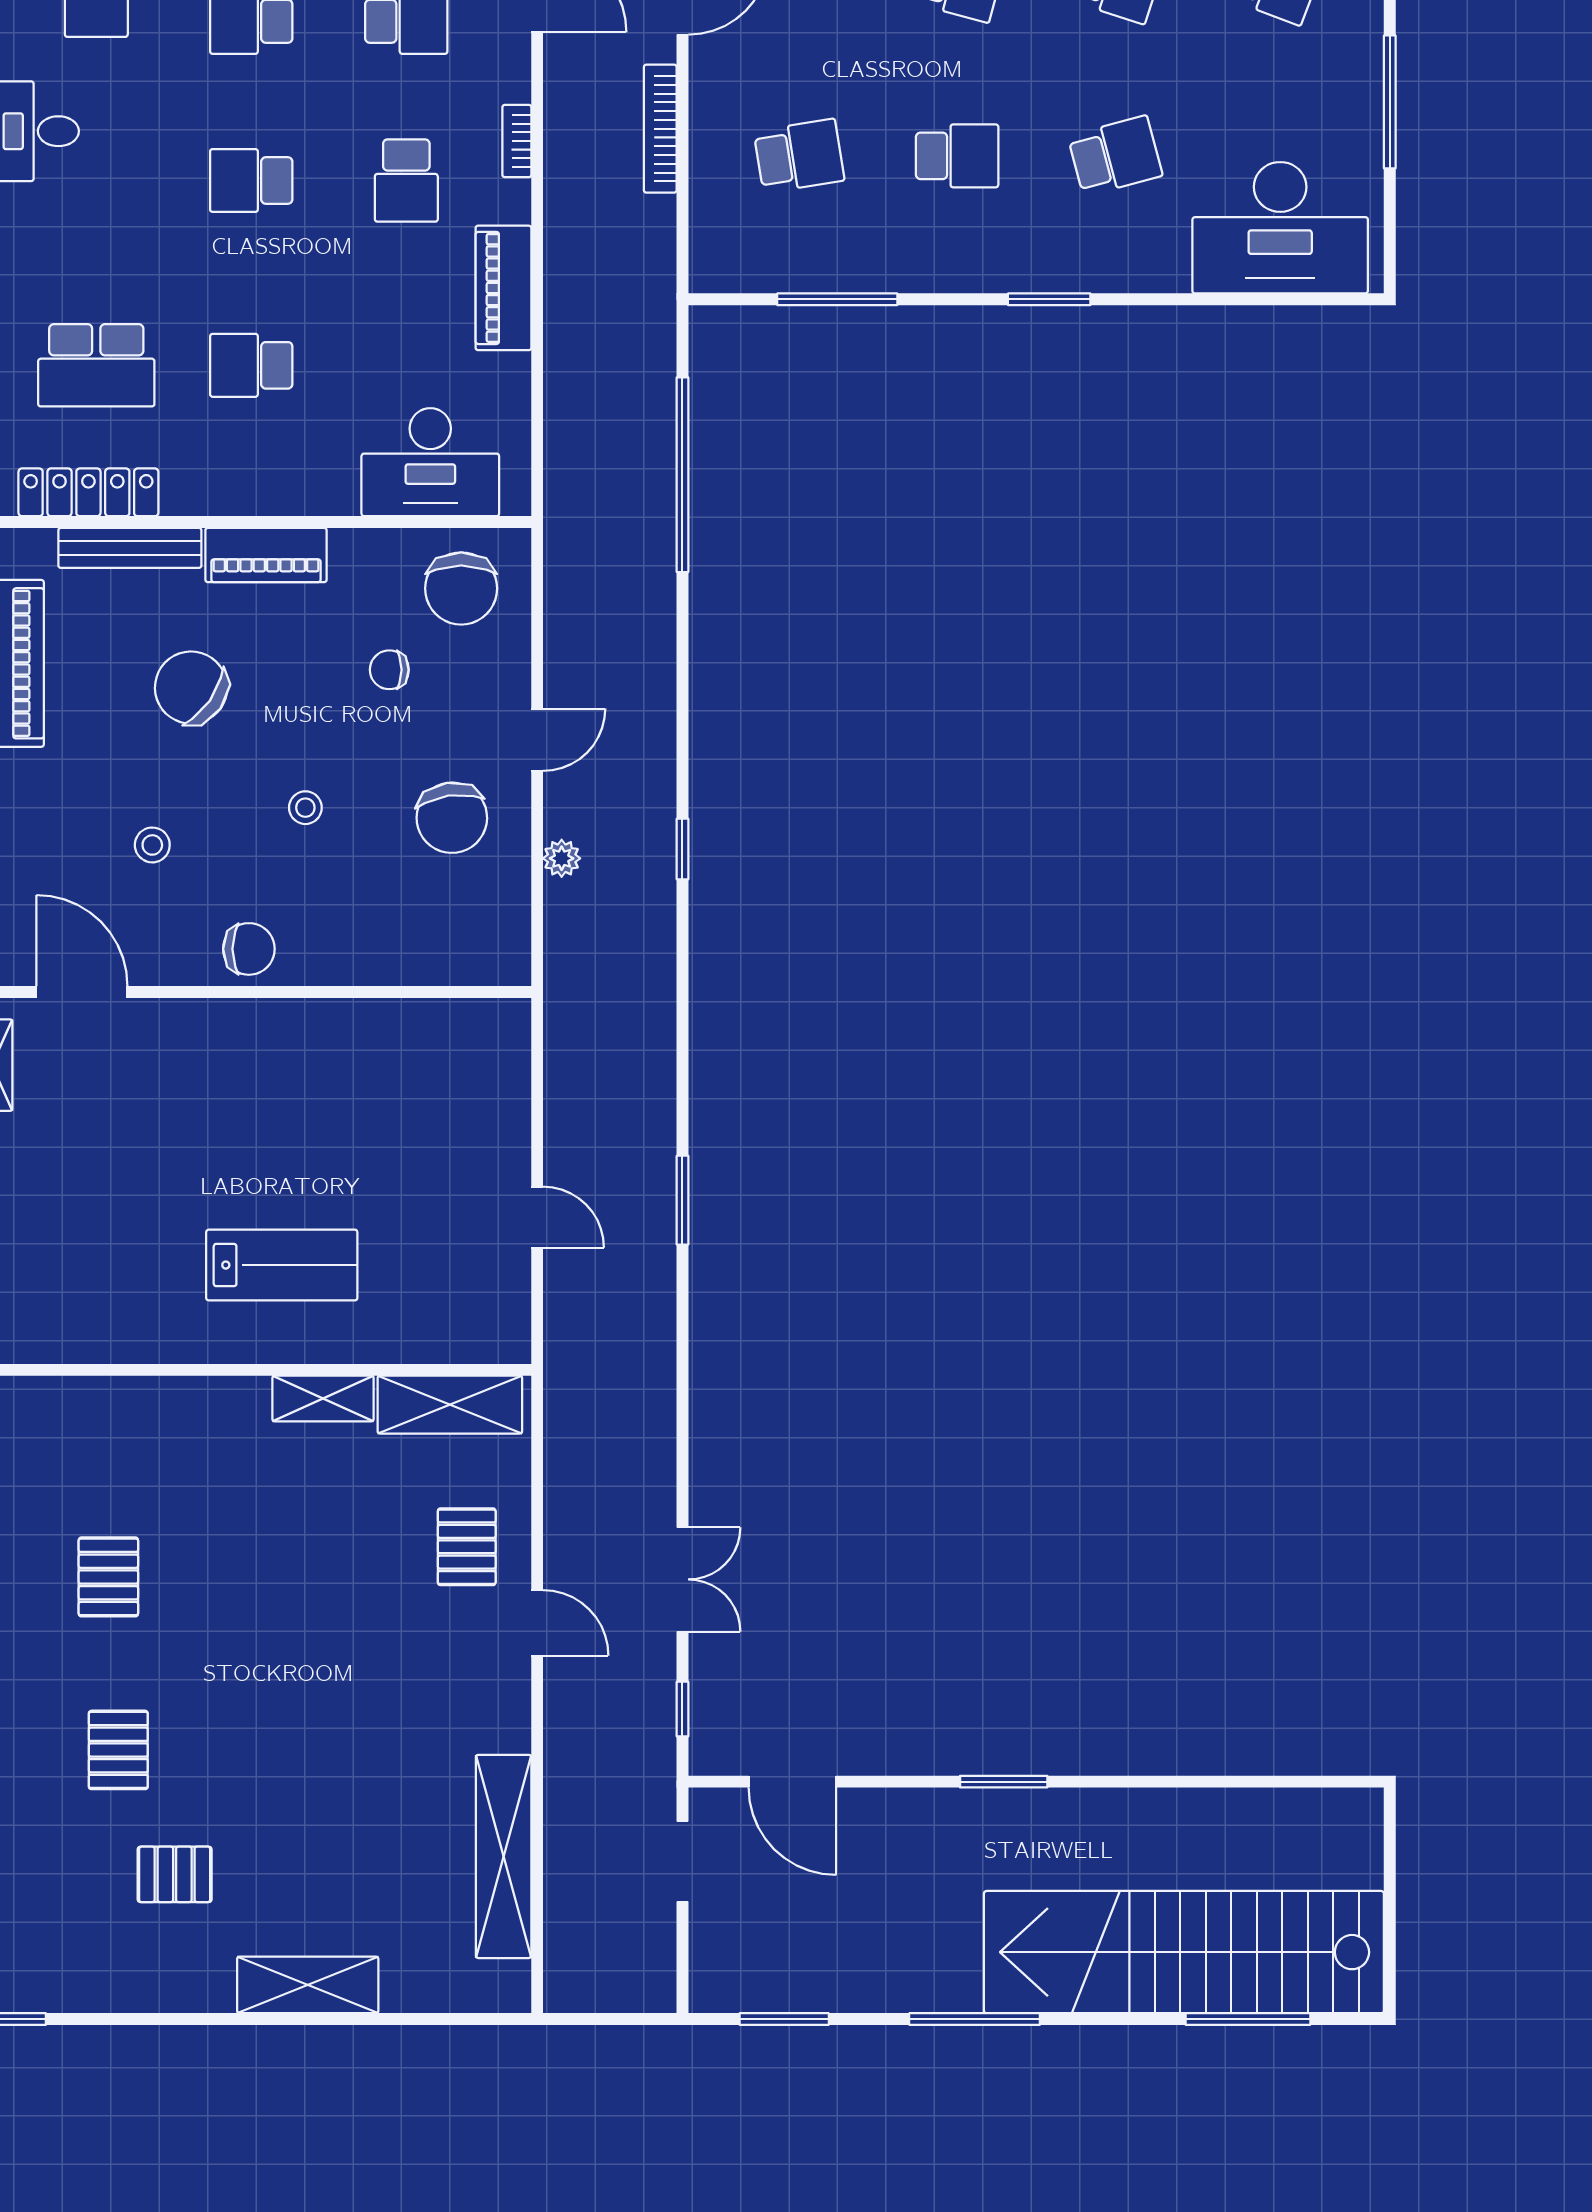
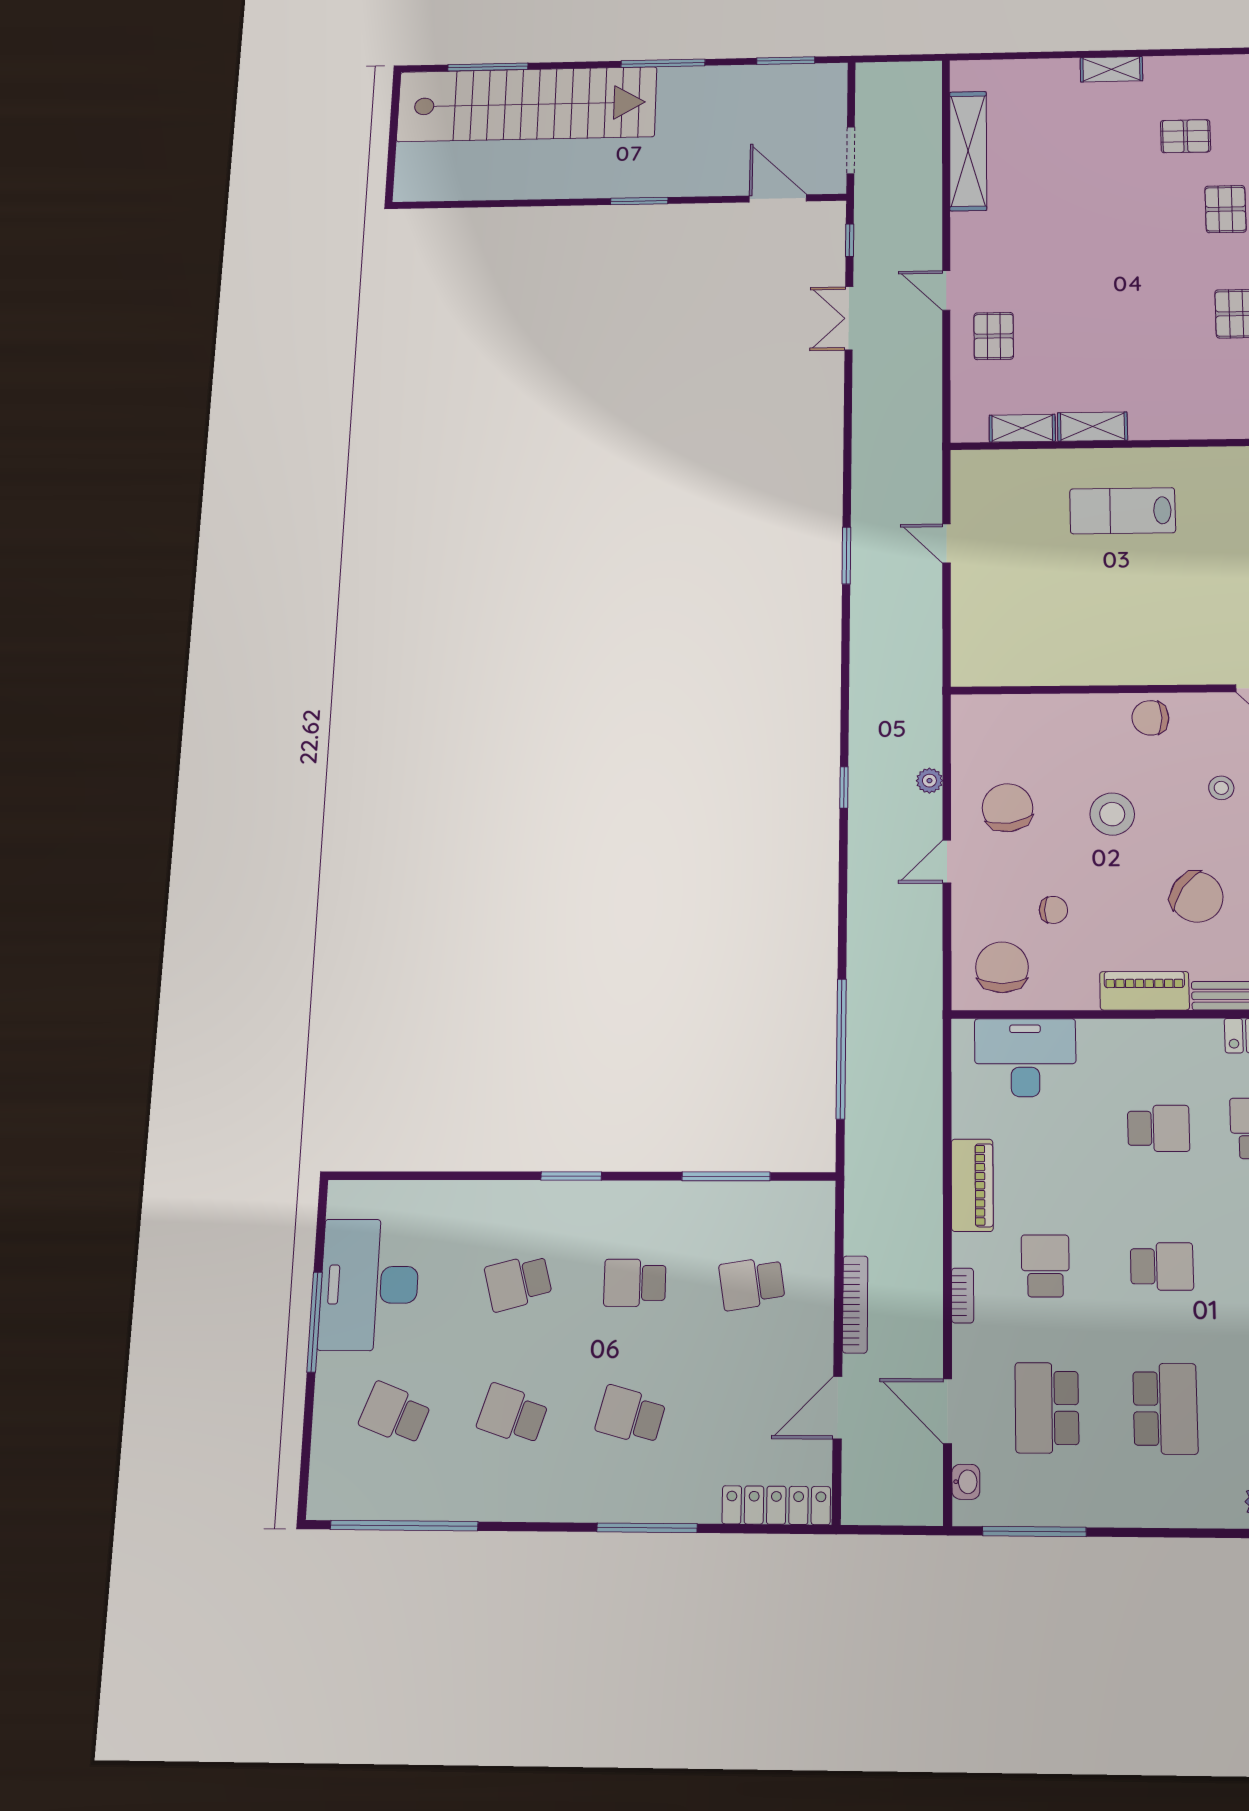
desk: (1280, 228) -> (369, 1285), moved, turned -90
stool: (305, 808) -> (1112, 814), width x1.89, depth x1.89
shelving: (450, 1405) -> (1022, 428), width x0.67, depth x0.75
shelving: (308, 1985) -> (1111, 69), width x0.67, depth x0.75

